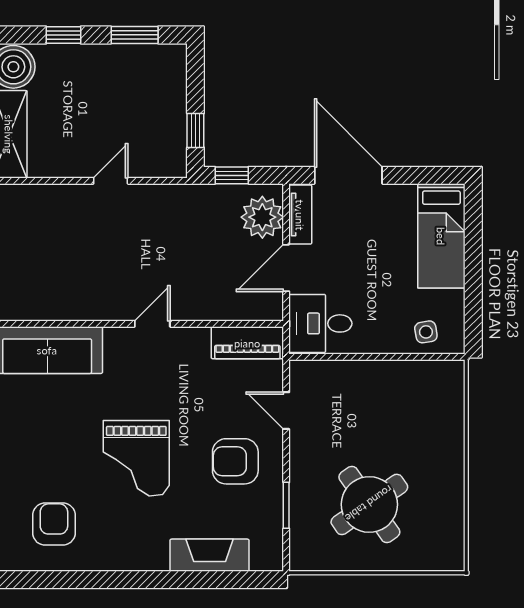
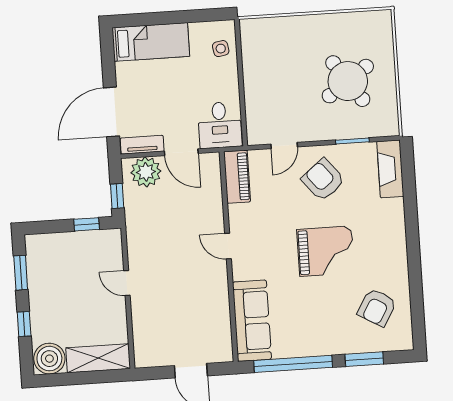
armchair: (235, 461) -> (323, 180), turned 141
armchair: (54, 524) -> (377, 307), turned -60
fireplace: (210, 555) -> (390, 169), moved

